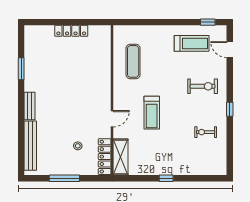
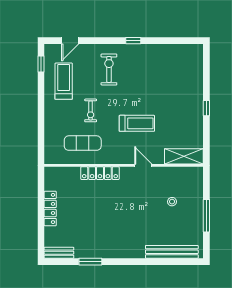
bench: (29, 106) -> (59, 253), moved
exercise bike: (206, 132) -> (91, 110), moved
locker: (105, 157) -> (100, 173), moved

